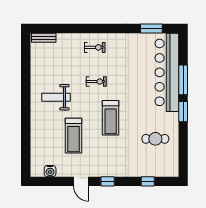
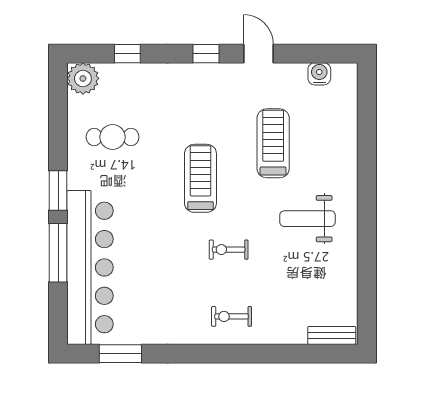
weight bench: (56, 97) -> (308, 219), turned 180
plant: (170, 169) -> (83, 78), added

